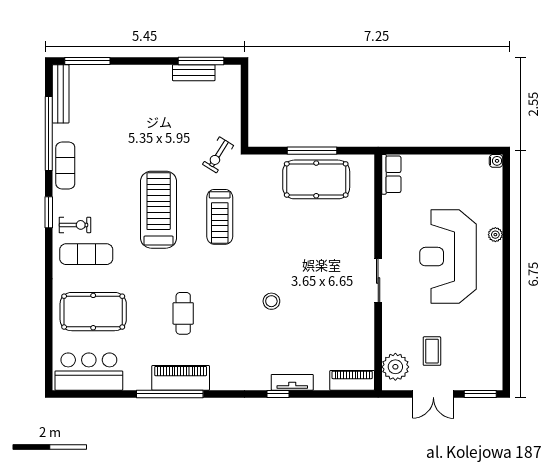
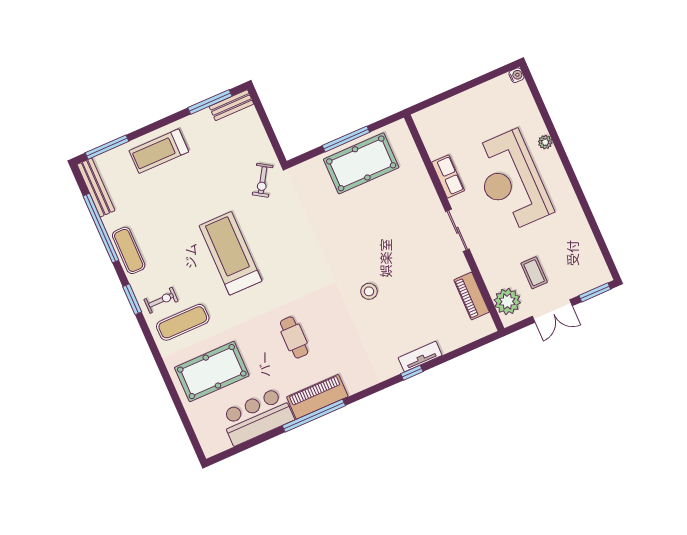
bench: (194, 73) -> (231, 105), moved
row of seats: (391, 174) -> (448, 176), moved
treadmill: (220, 217) -> (159, 151), moved, turned 90
bar counter: (89, 372) -> (257, 416), moved
piano: (352, 380) -> (472, 296), moved, turned -90

